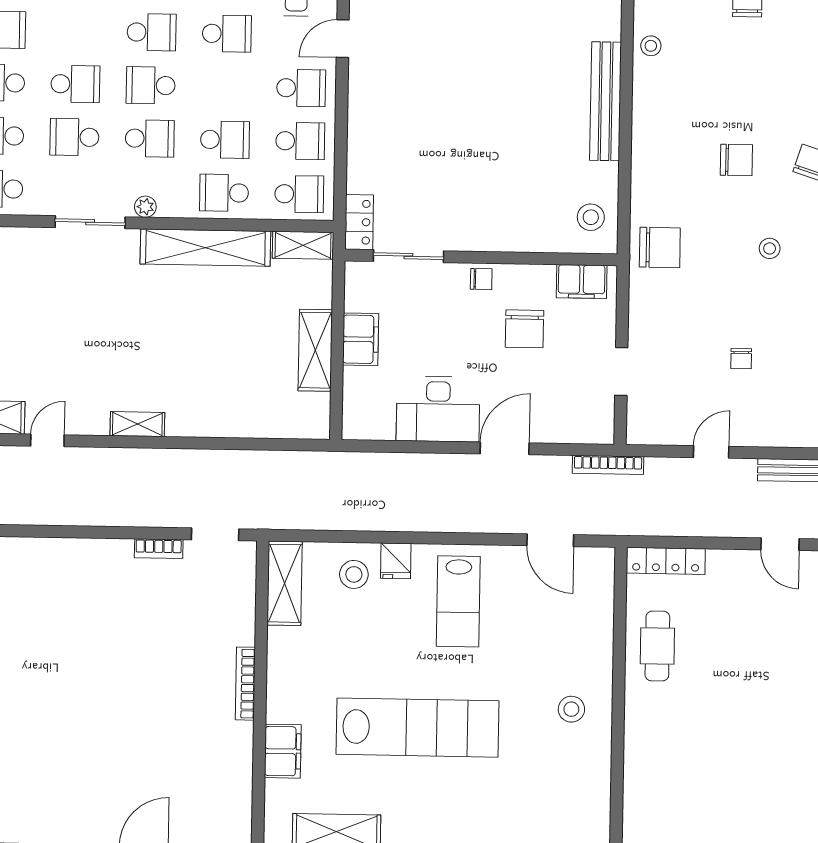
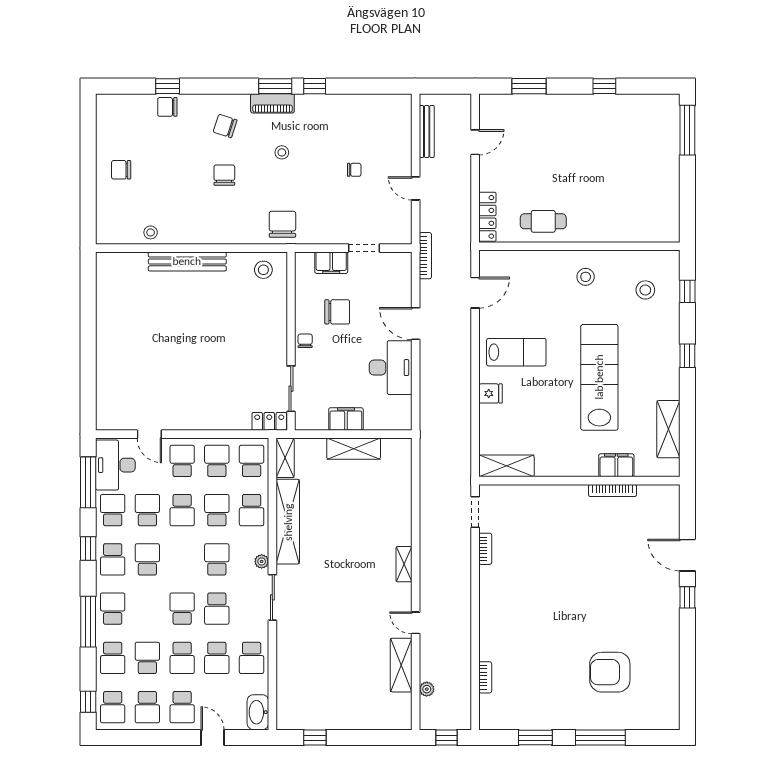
school desk: (151, 85) -> (182, 510), moved
filing cabinet: (582, 282) -> (331, 263), moved, turned 90
stool: (354, 574) -> (645, 290), moved
bookcase: (245, 684) -> (612, 491), moved

